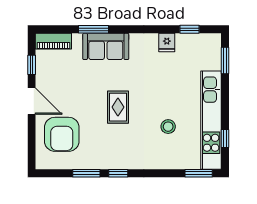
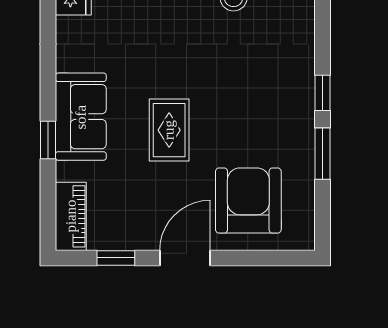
window: (94, 29) -> (48, 140), width x0.67
rug: (118, 107) -> (169, 130), moved, turned 90
armchair: (62, 134) -> (248, 201), turned -90

